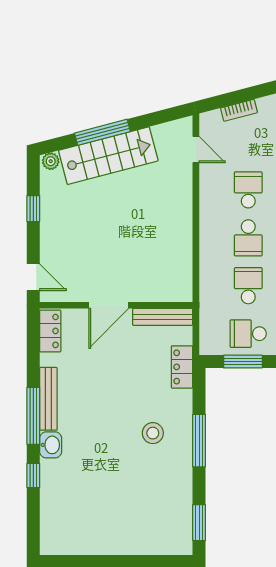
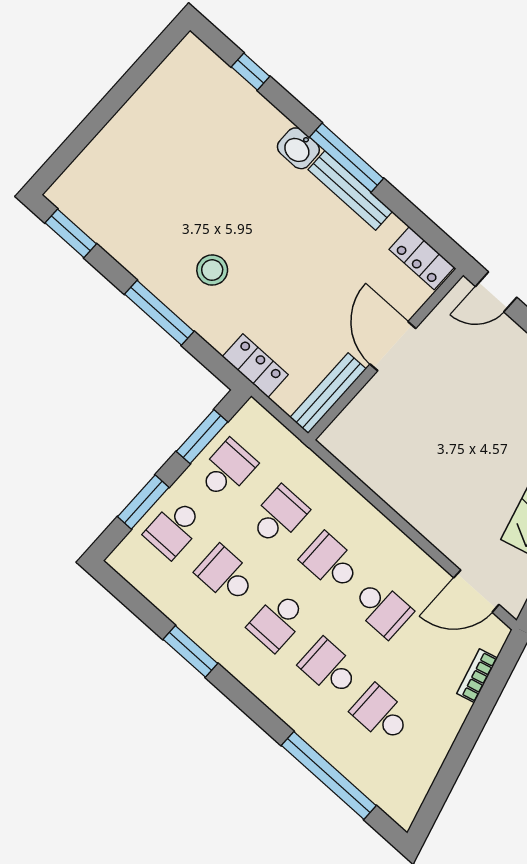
door: (196, 150) -> (476, 591), width x1.37
school desk: (248, 286) -> (279, 516), turned -90
window: (33, 476) -> (251, 72), moved

